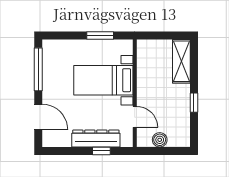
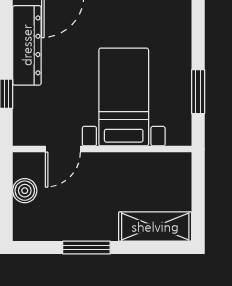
window: (194, 103) -> (86, 248), width x1.50
dresser: (96, 139) -> (27, 45), moved

